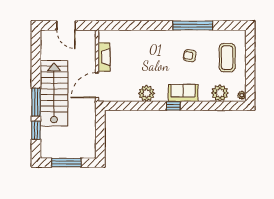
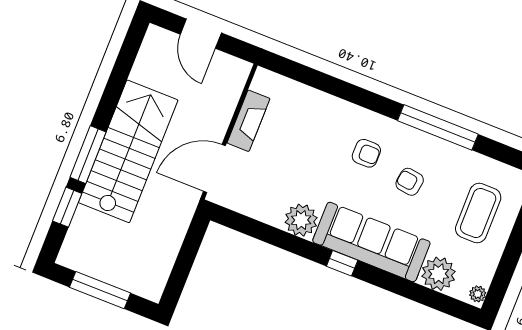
armchair: (164, 51) -> (366, 153), added
sofa: (183, 93) -> (371, 242), width x1.85, depth x1.27

